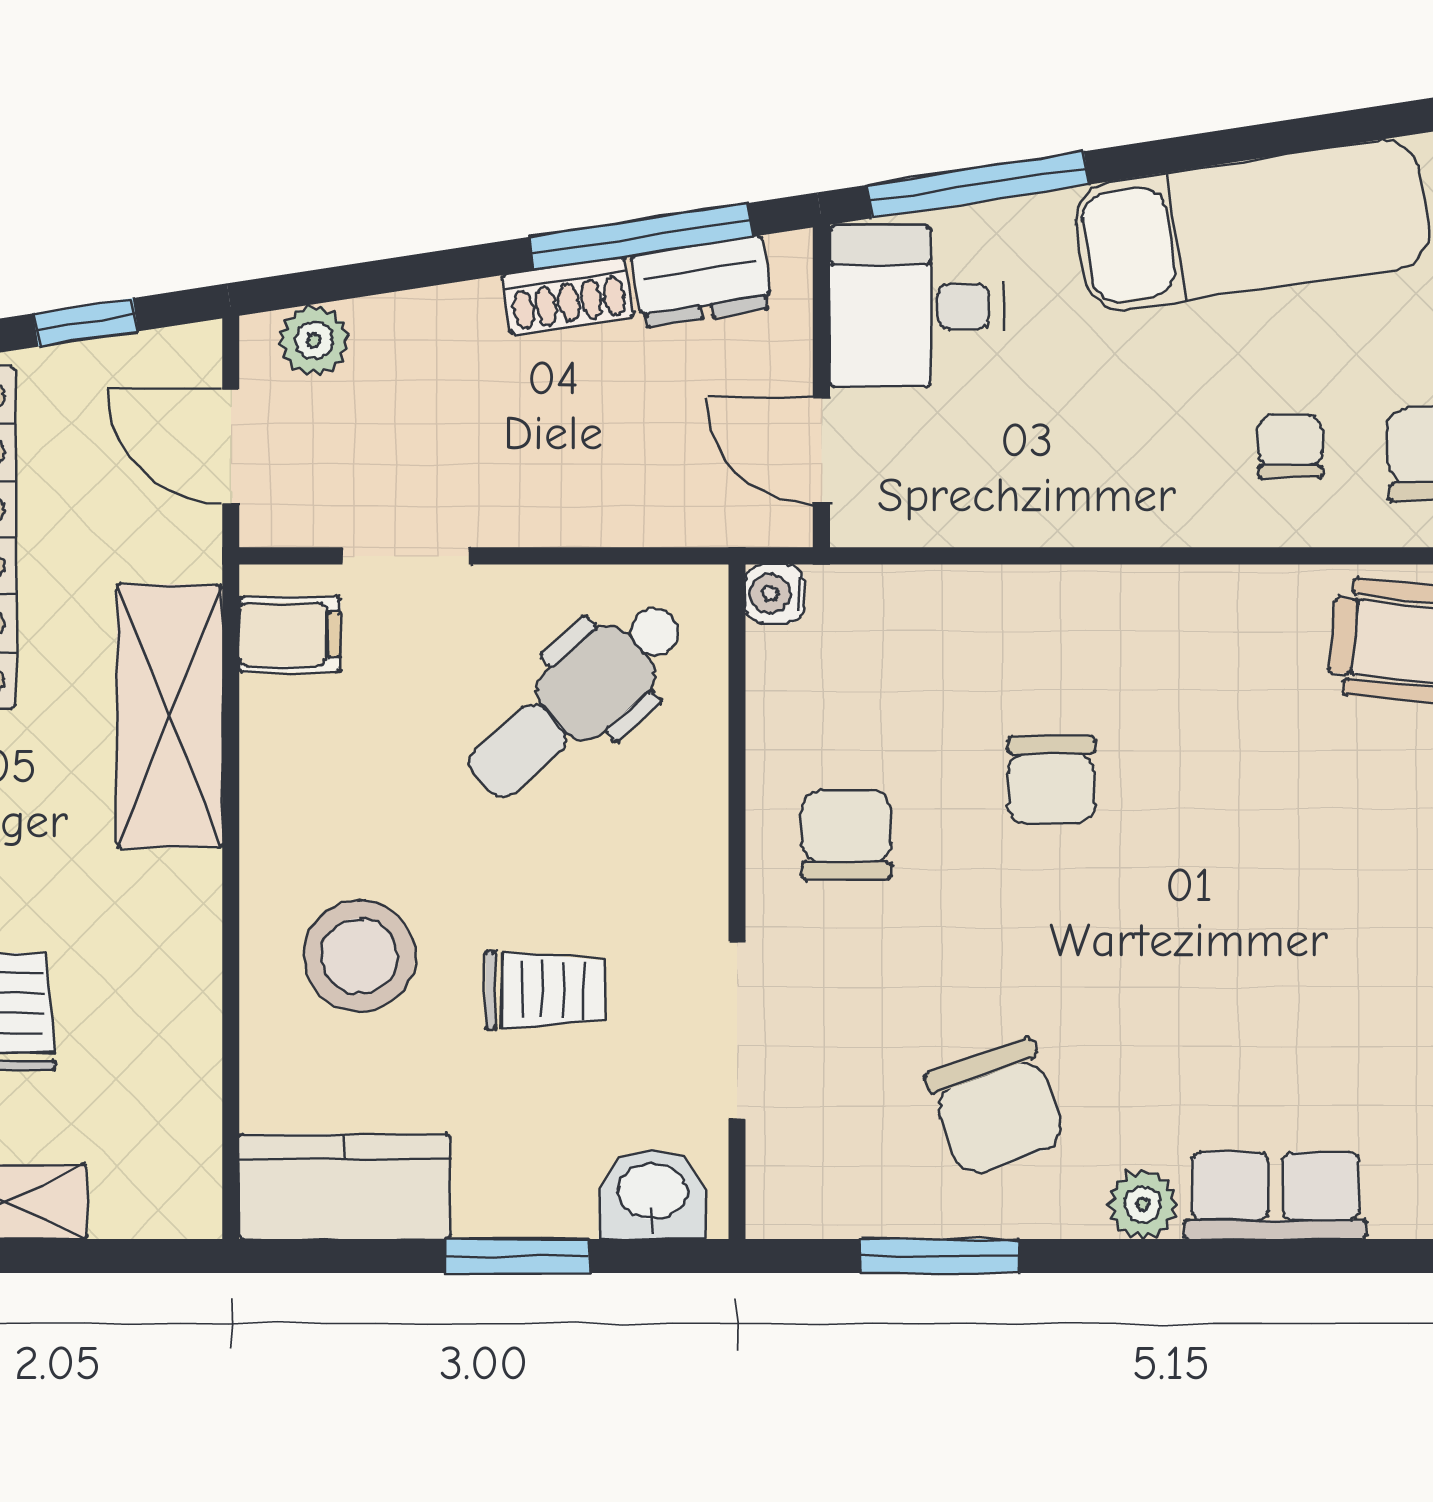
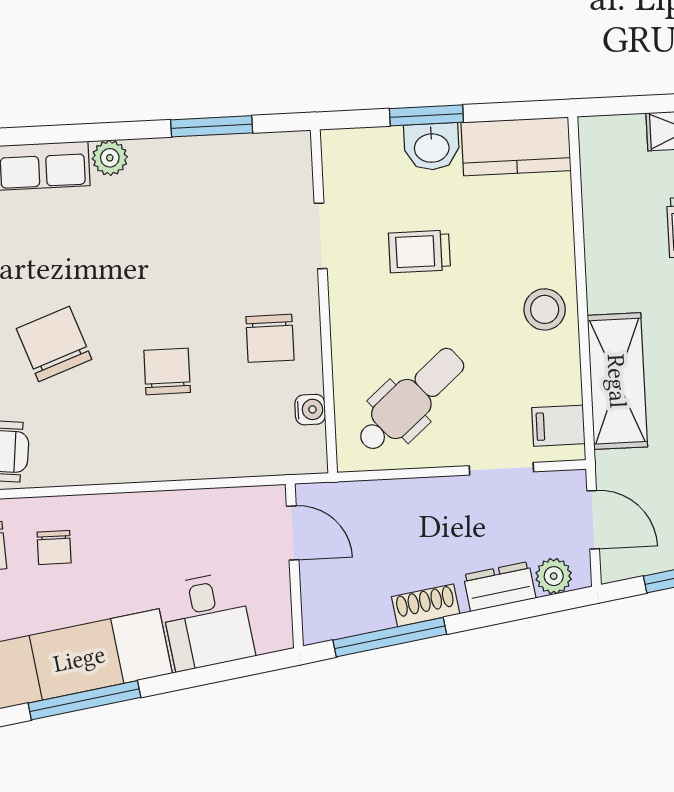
window: (978, 185) -> (84, 700), moved
dresser: (702, 282) -> (500, 587), moved
desk: (916, 306) -> (207, 621), moved, turned 81
water cooler: (775, 594) -> (310, 410), moved
stool: (359, 956) -> (545, 309), moved, width x0.73, depth x0.73
doorway: (737, 1030) -> (321, 236), width x0.73
chair: (996, 1108) -> (54, 344), moved
washbasin: (652, 1194) -> (432, 147), moved

